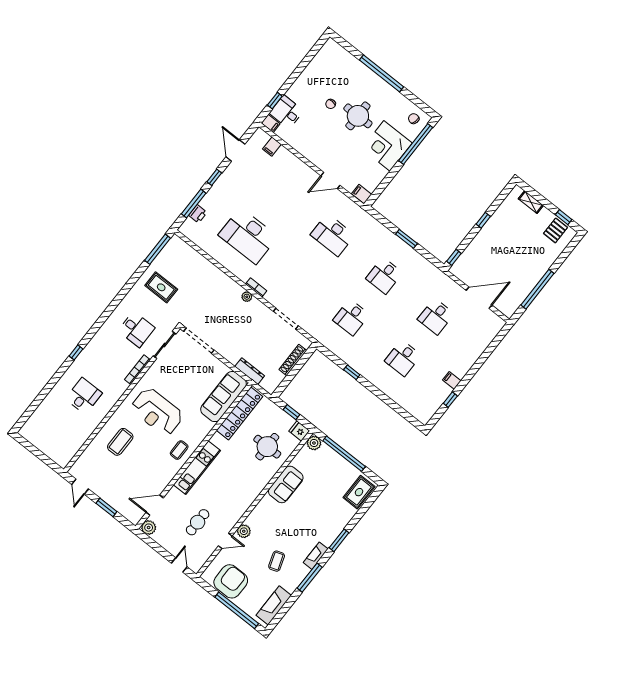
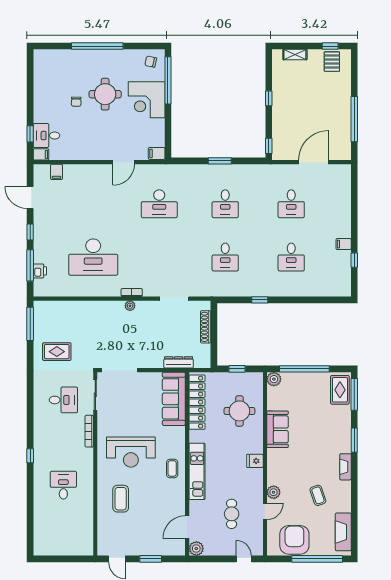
fridge: (299, 431) -> (255, 461), moved
window: (310, 578) -> (354, 394), moved

